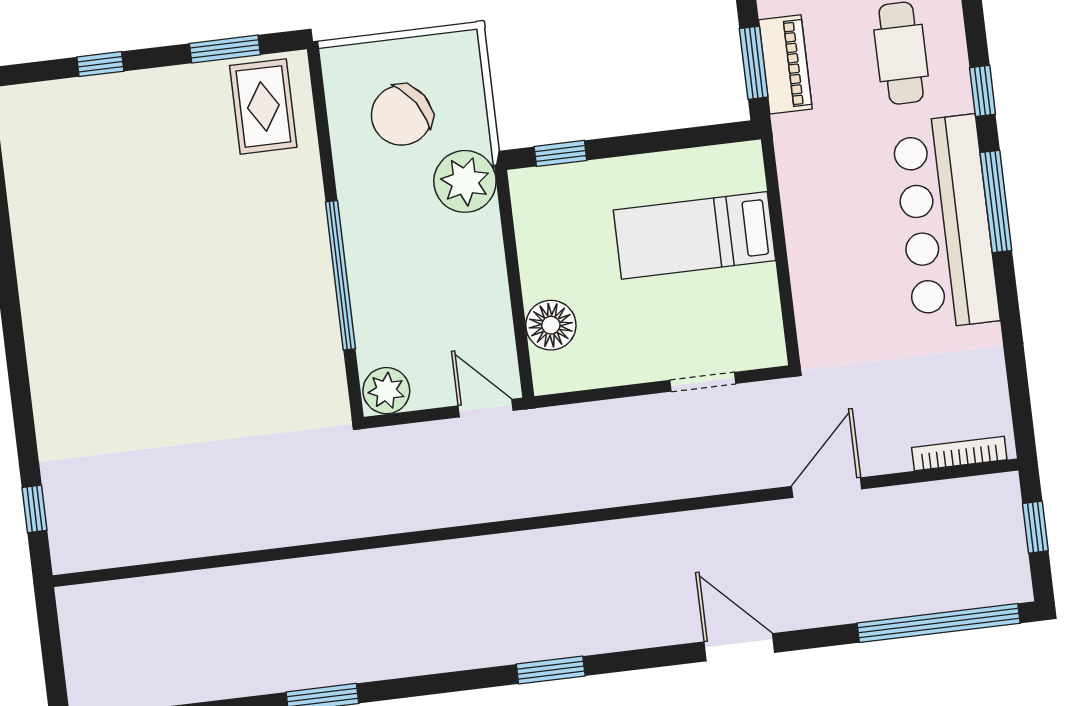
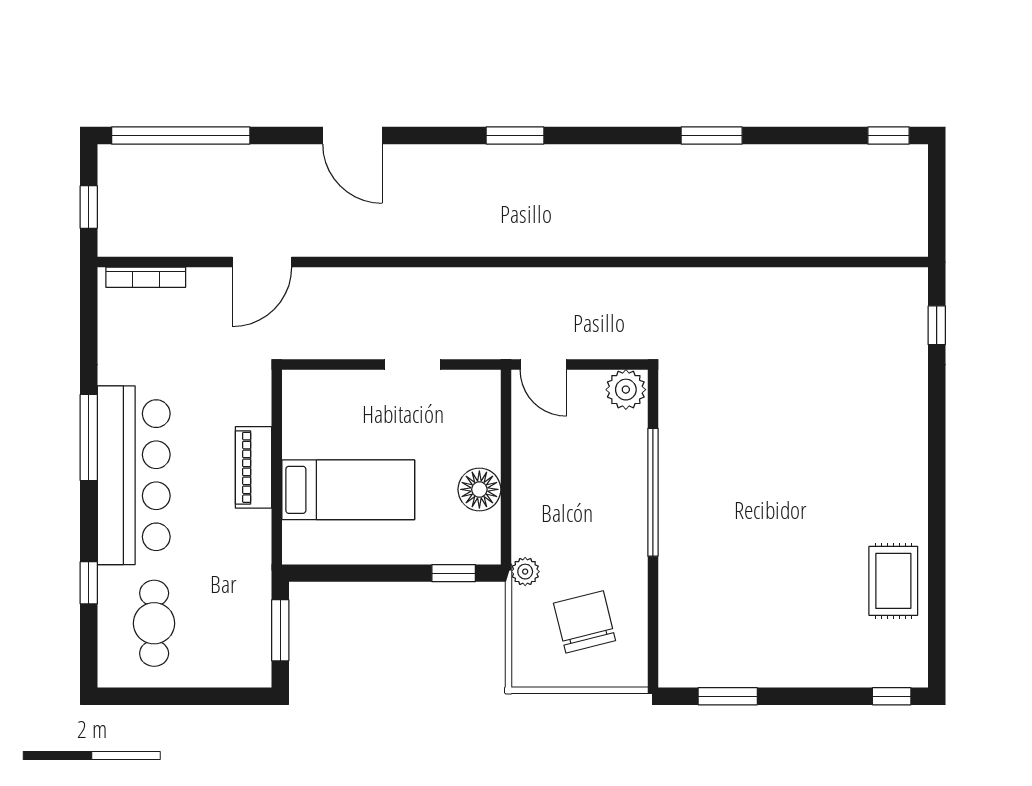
window: (100, 64) -> (892, 696), moved
piano: (785, 64) -> (253, 467), moved
rug: (263, 106) -> (893, 581), moved
chair: (402, 115) -> (585, 622), turned -70
plant: (465, 181) -> (525, 572), width x0.53, depth x0.53
window: (996, 202) -> (89, 437), moved
floor lamp: (551, 325) -> (479, 489), moved
doorway: (703, 382) -> (412, 365), moved

